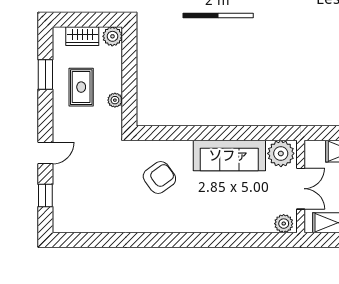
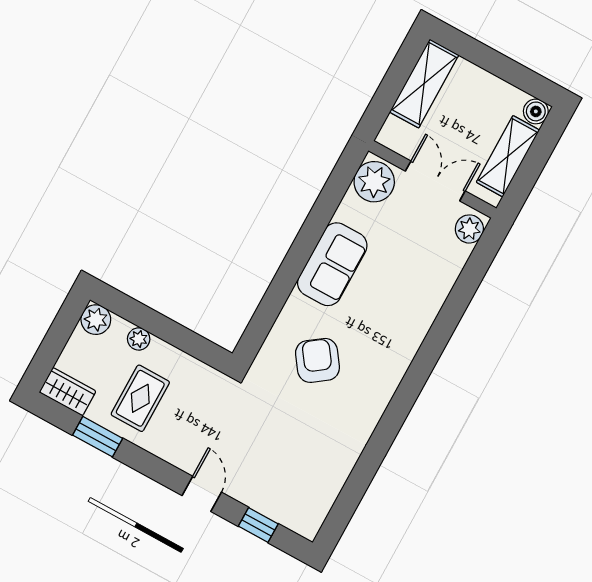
wardrobe: (82, 36) -> (68, 392), moved, turned -90
rug: (81, 87) -> (140, 398), turned 90
plant: (115, 100) -> (139, 339), moved
sofa: (229, 155) -> (332, 264), width x0.73

